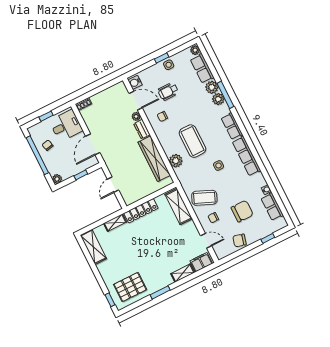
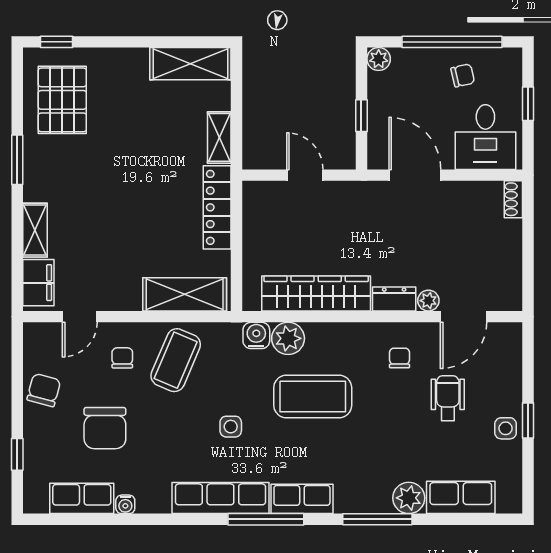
plant: (195, 50) -> (508, 502), removed
water cooler: (135, 82) -> (256, 335), moved
plant: (218, 99) -> (376, 499), removed
window: (246, 136) -> (266, 519), added

